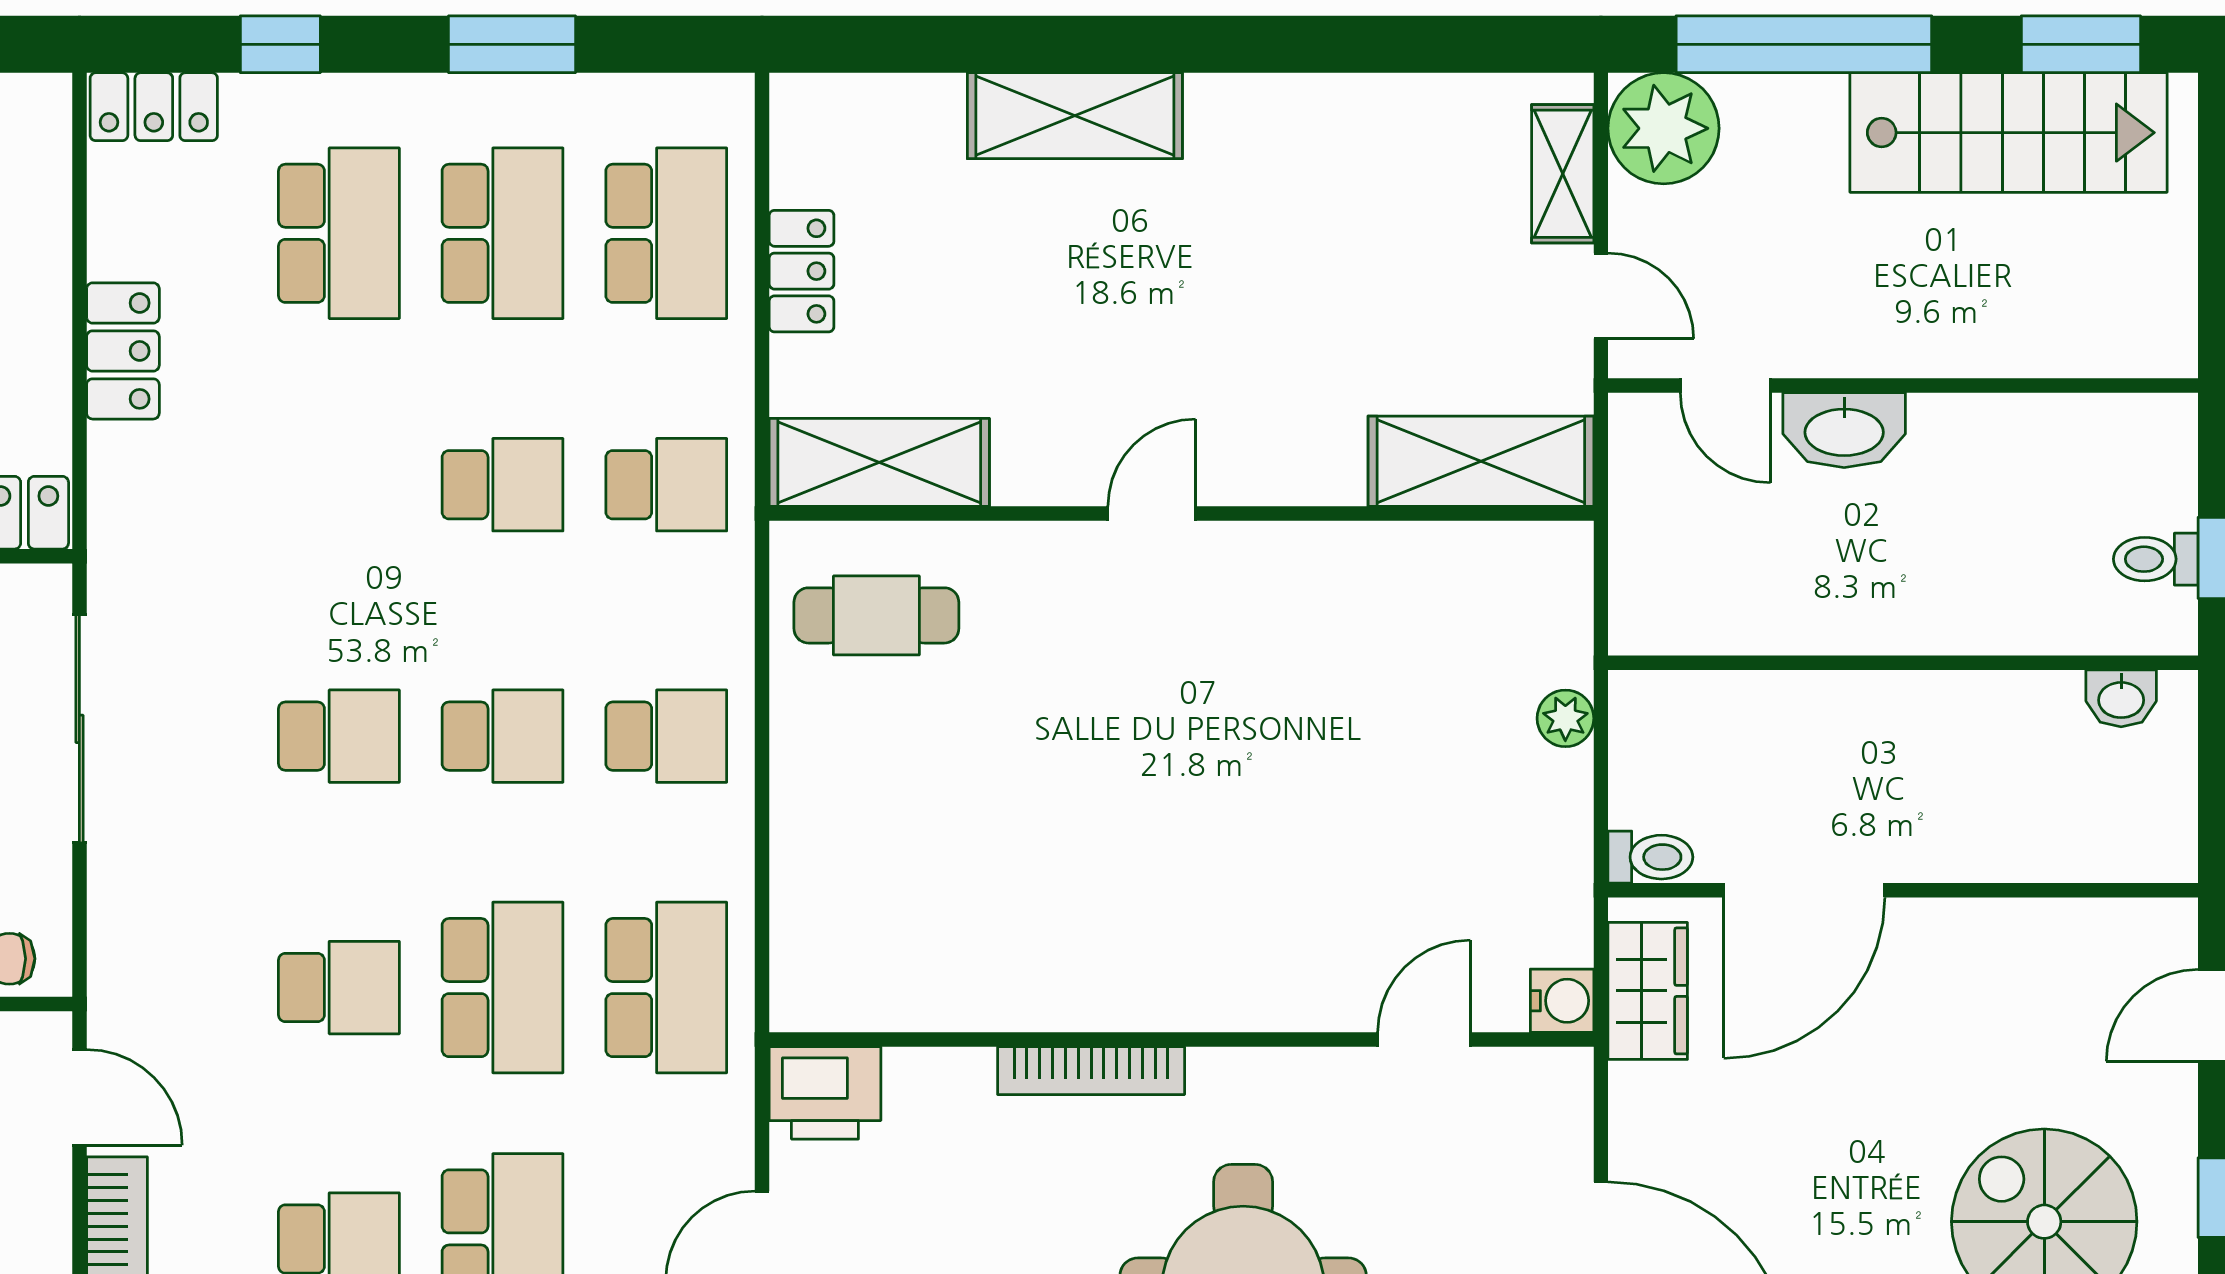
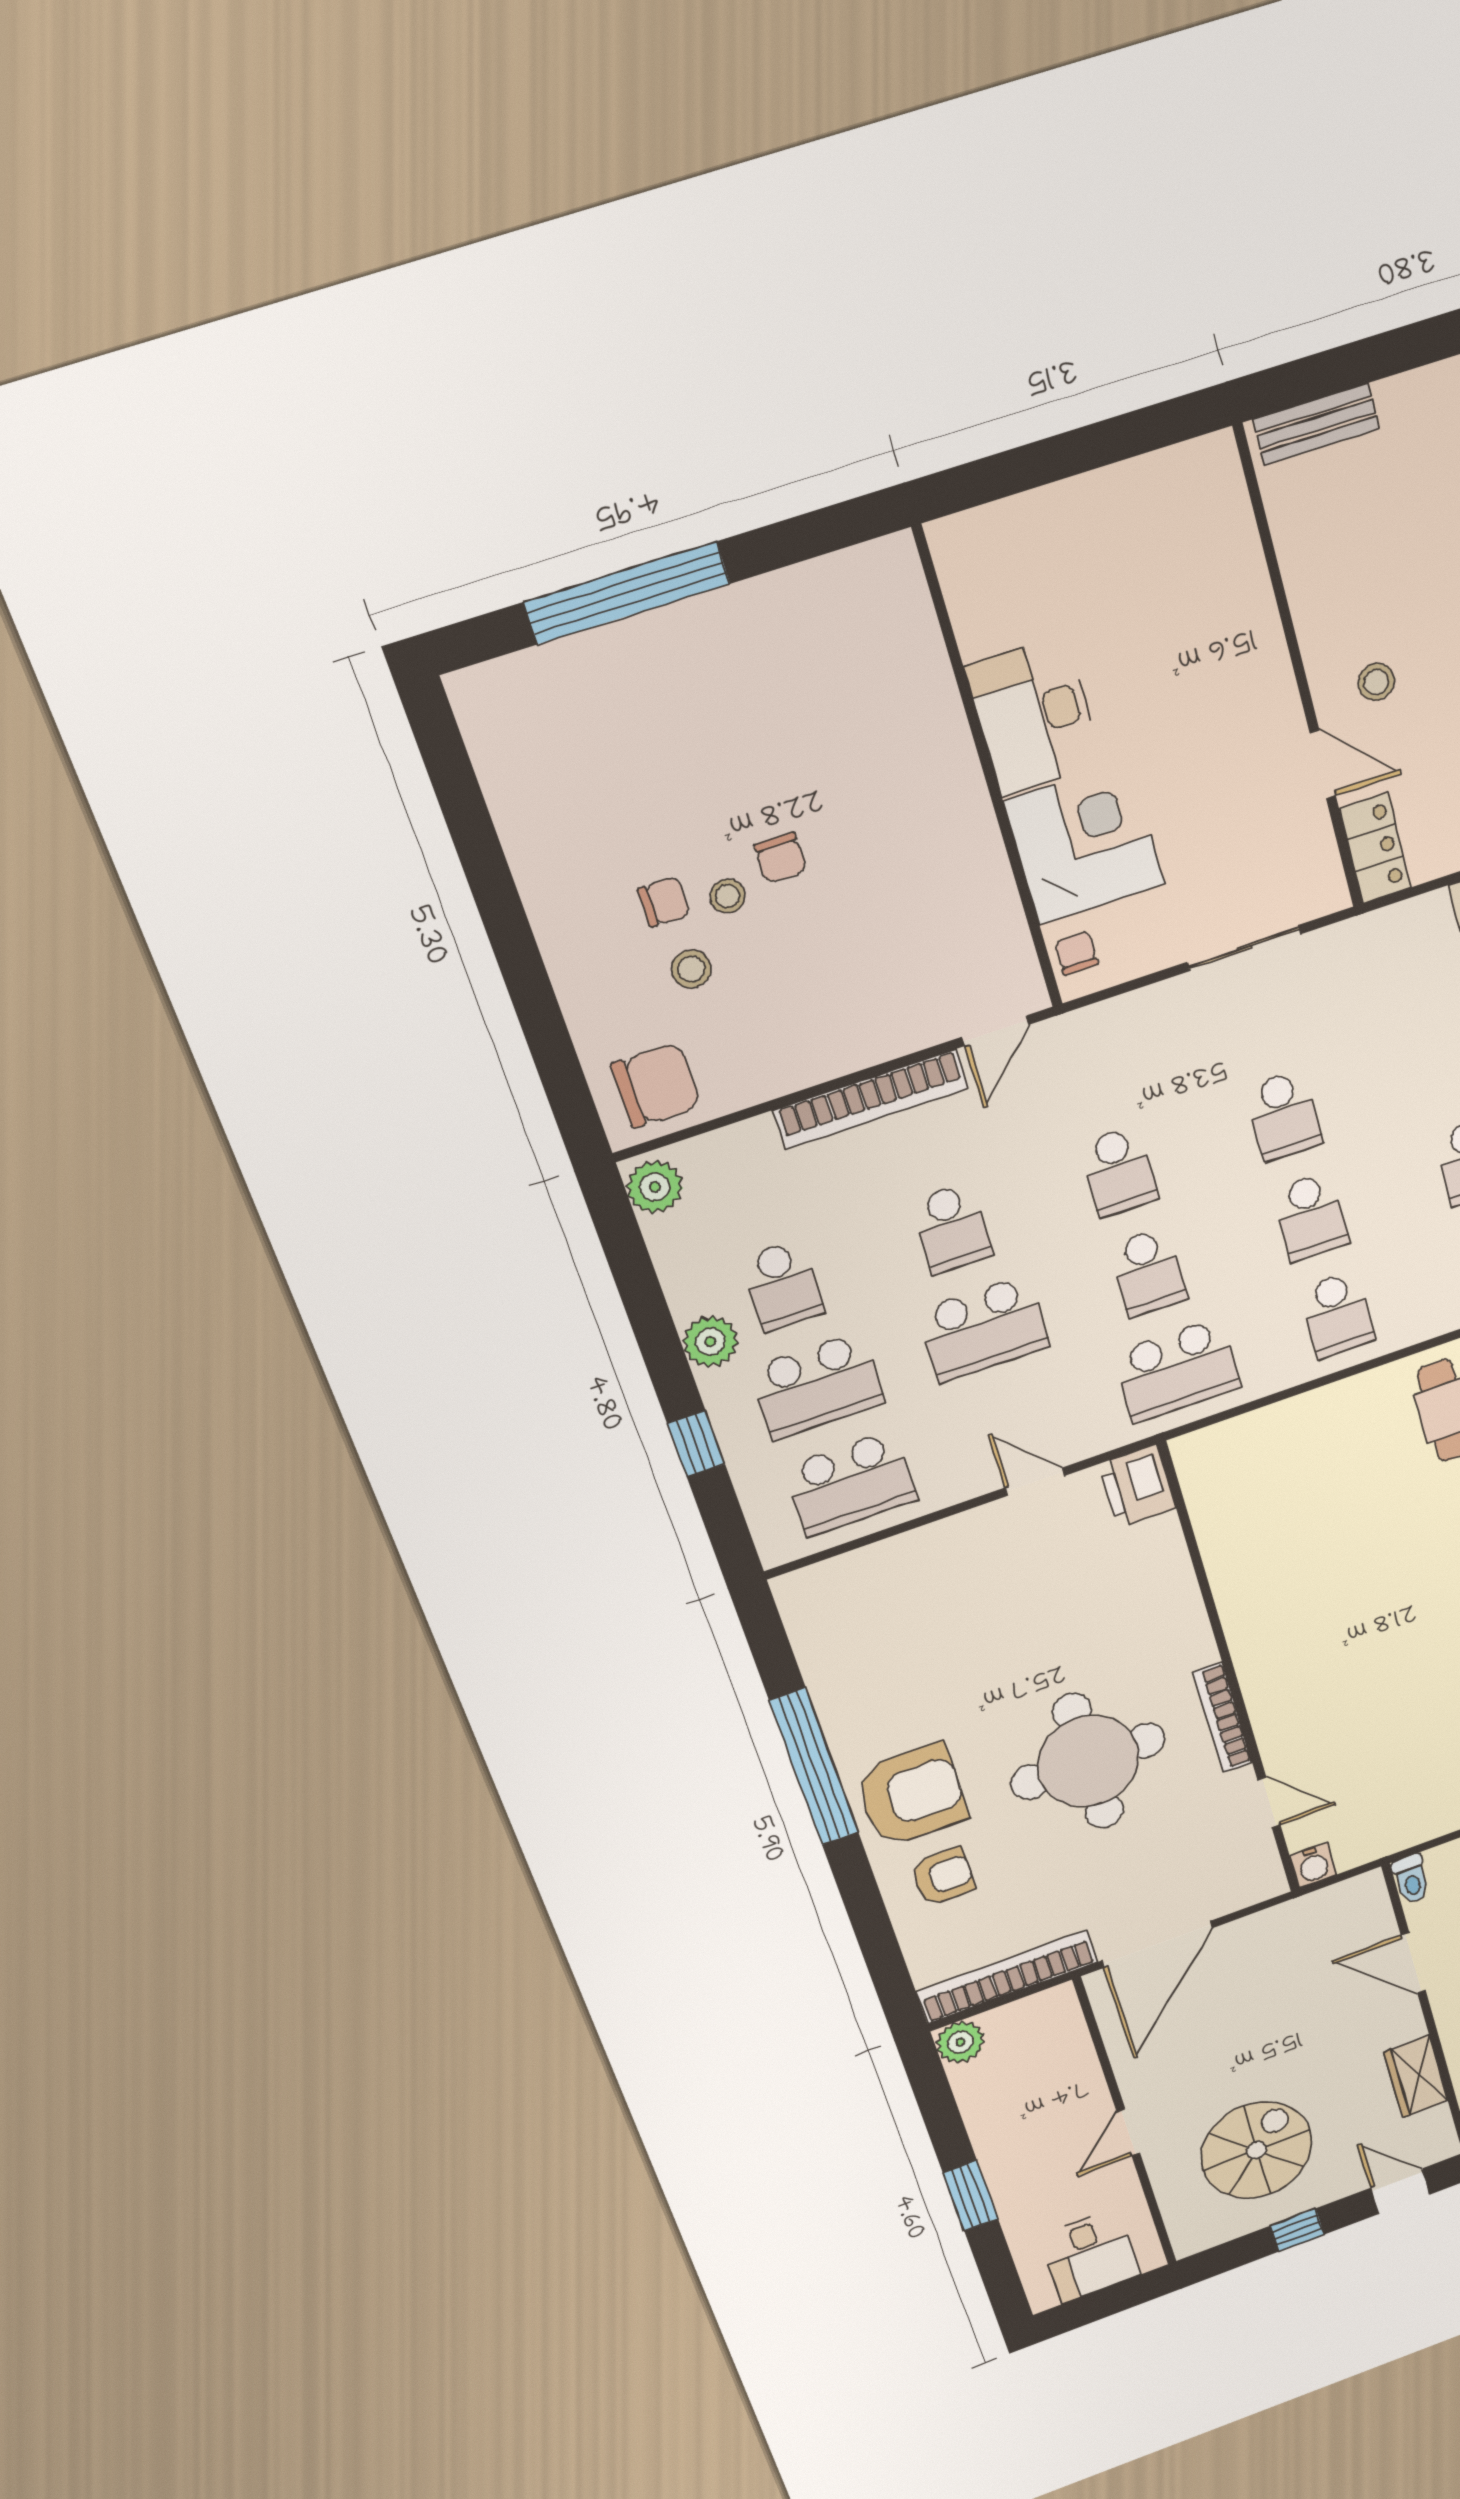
sliding door: (79, 729) -> (1244, 948), width x0.73
door: (1804, 890) -> (1413, 1963), width x0.73
school desk: (503, 988) -> (1148, 1272), width x0.54
wardrobe: (1648, 991) -> (1416, 2077), moved, turned 90
bookcase: (1091, 1071) -> (1223, 1718), moved

